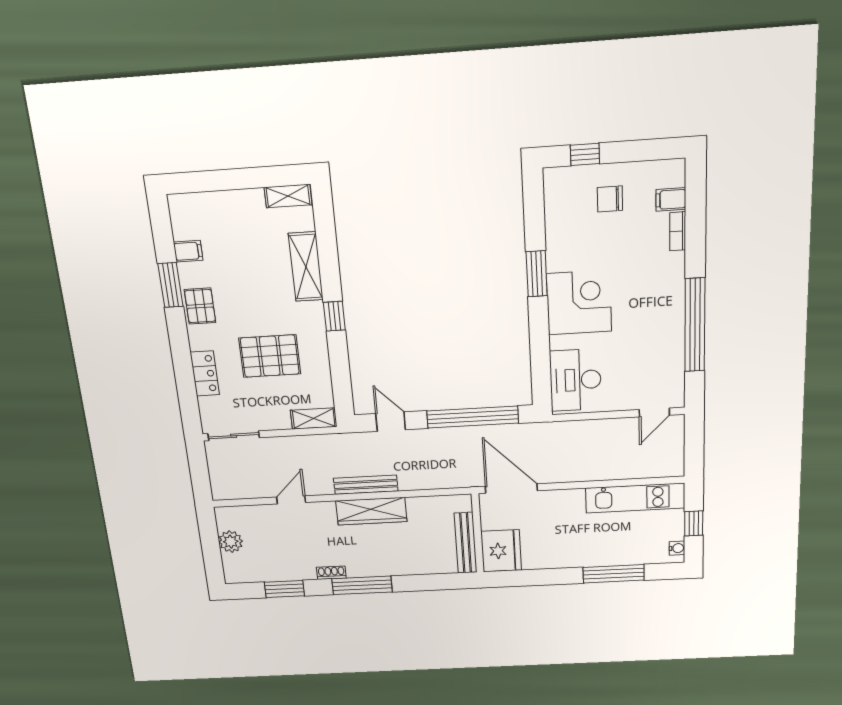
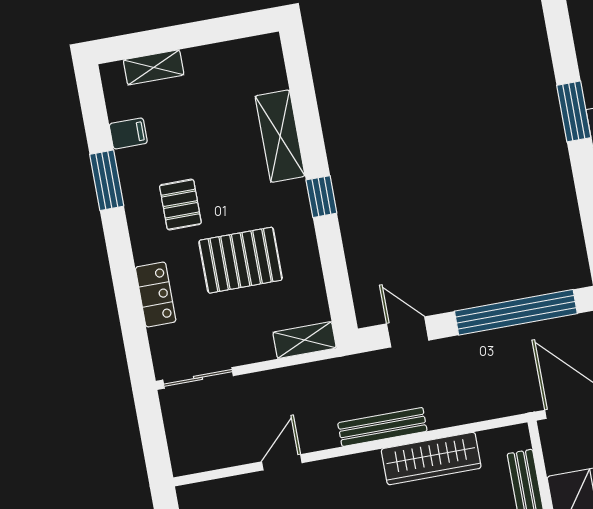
shelving: (288, 196) -> (154, 67), moved
pallet: (200, 306) -> (180, 205), moved
wardrobe: (371, 511) -> (431, 459), moved

